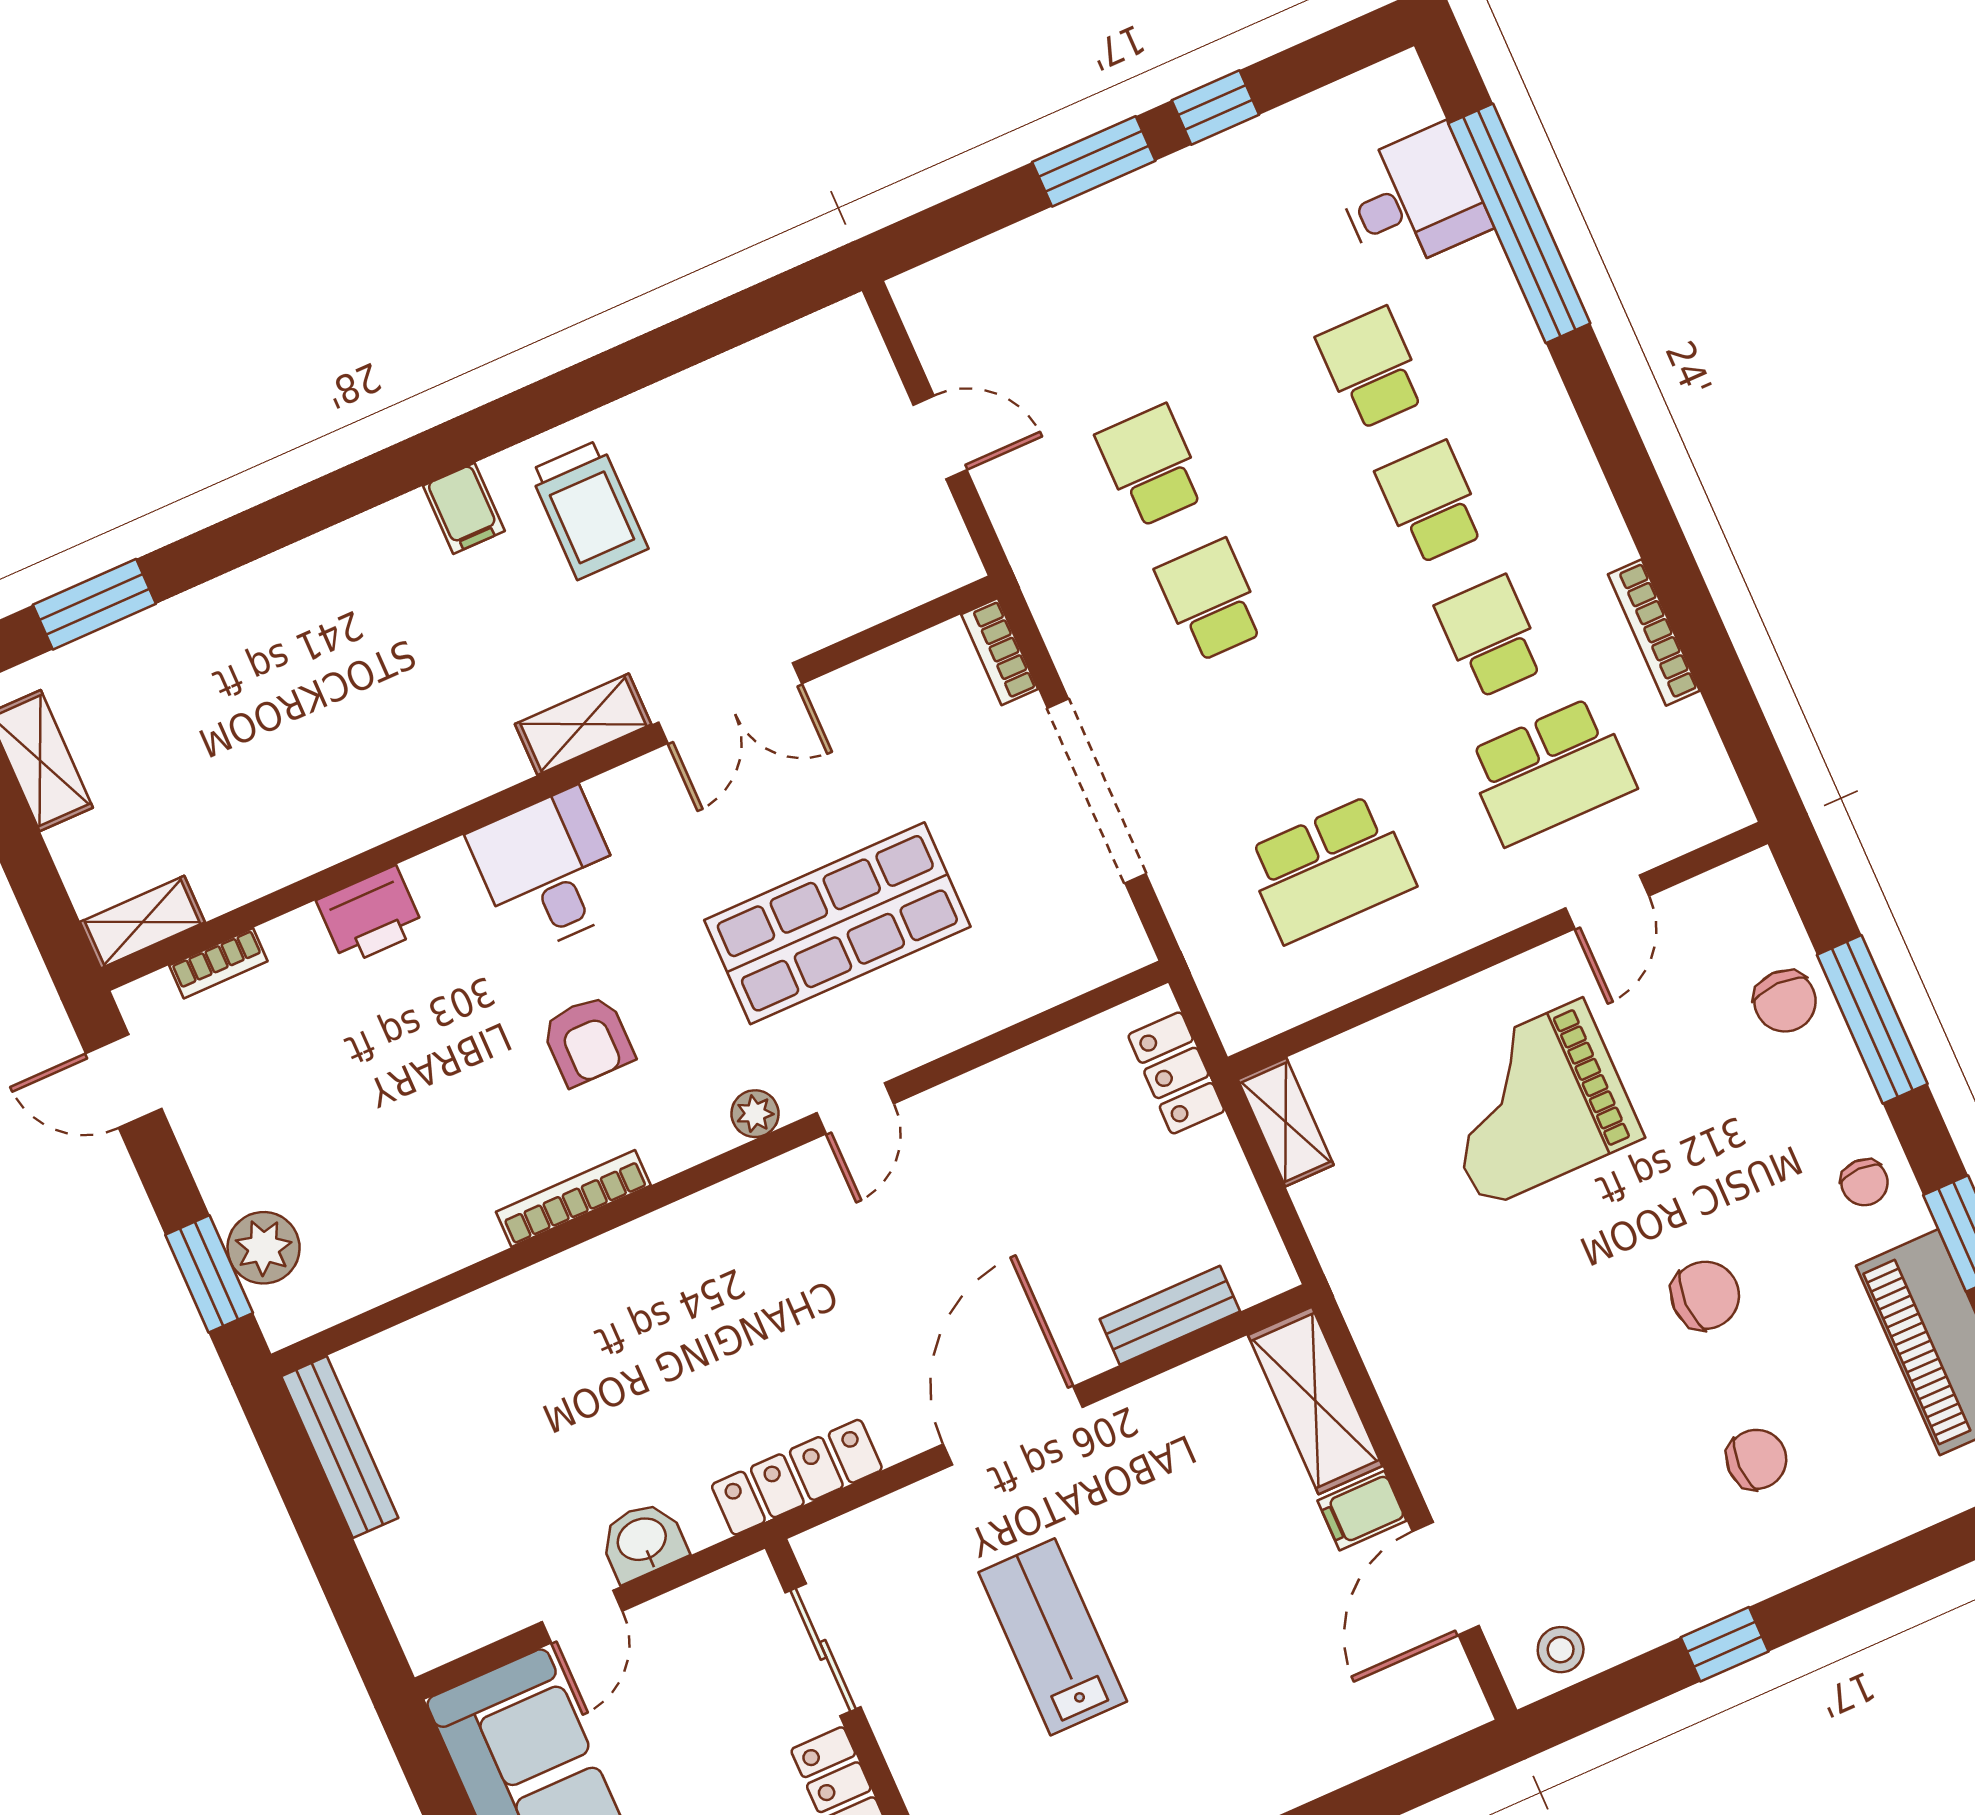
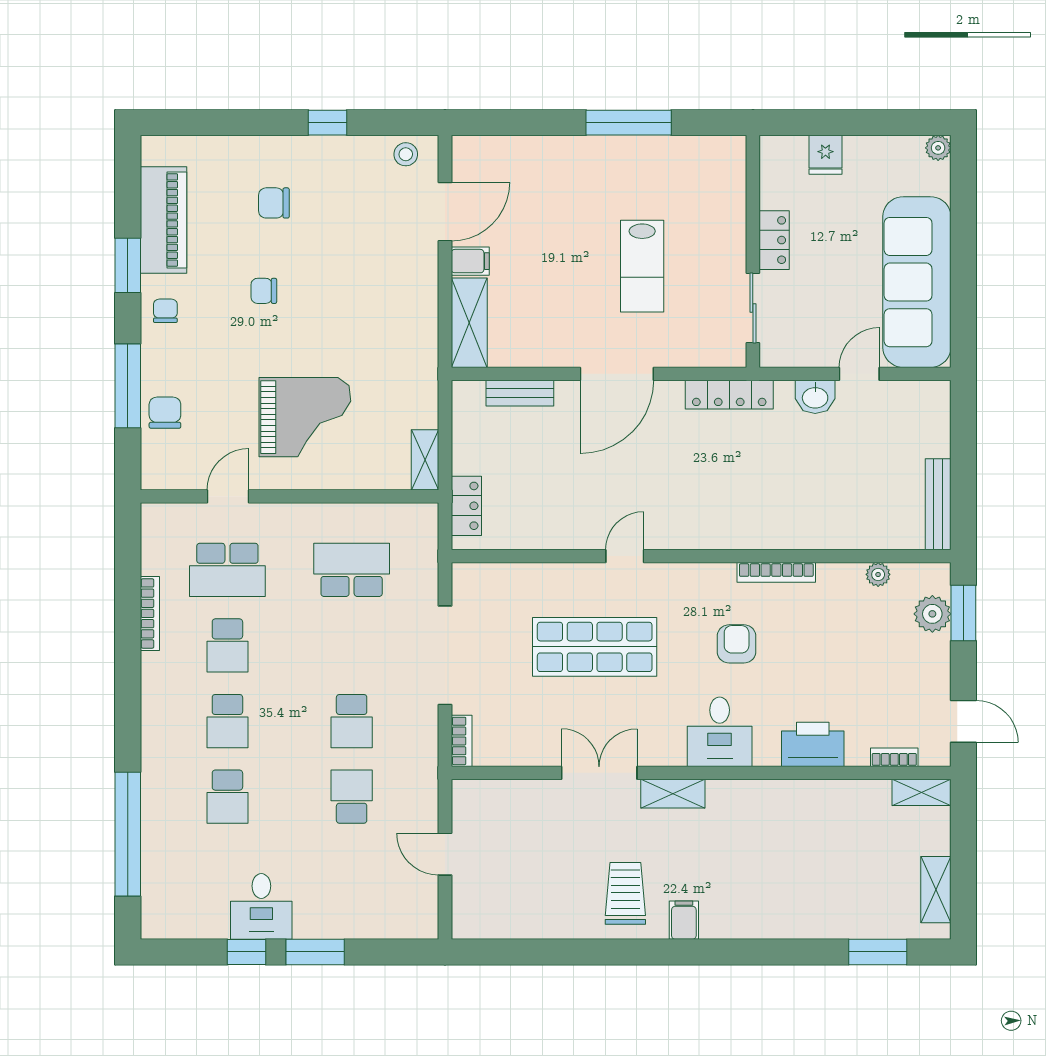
desk: (1412, 200) -> (261, 906), moved, turned -90
school desk: (1151, 466) -> (352, 797), turned 180
school desk: (1550, 771) -> (227, 570), turned 180
printer: (370, 915) -> (813, 744), width x1.37, depth x1.19
plant: (755, 1114) -> (878, 574), moved
chair: (1705, 1295) -> (264, 291), width x0.73, depth x0.73

